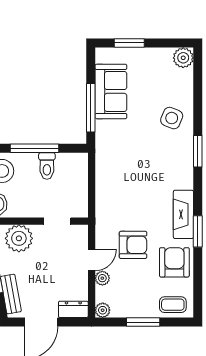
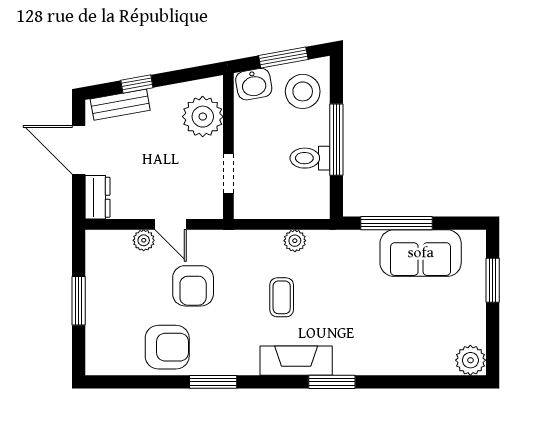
side table: (172, 118) -> (381, 343), removed
fireplace: (183, 214) -> (296, 361), moved
coffee table: (173, 305) -> (282, 297), moved
plant: (103, 310) -> (295, 241), moved

